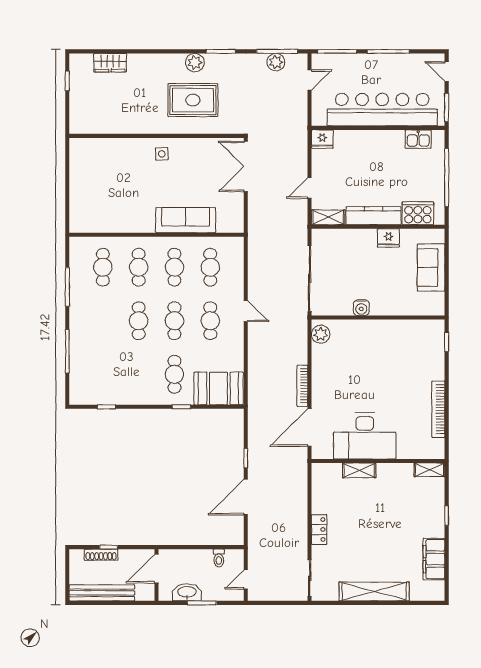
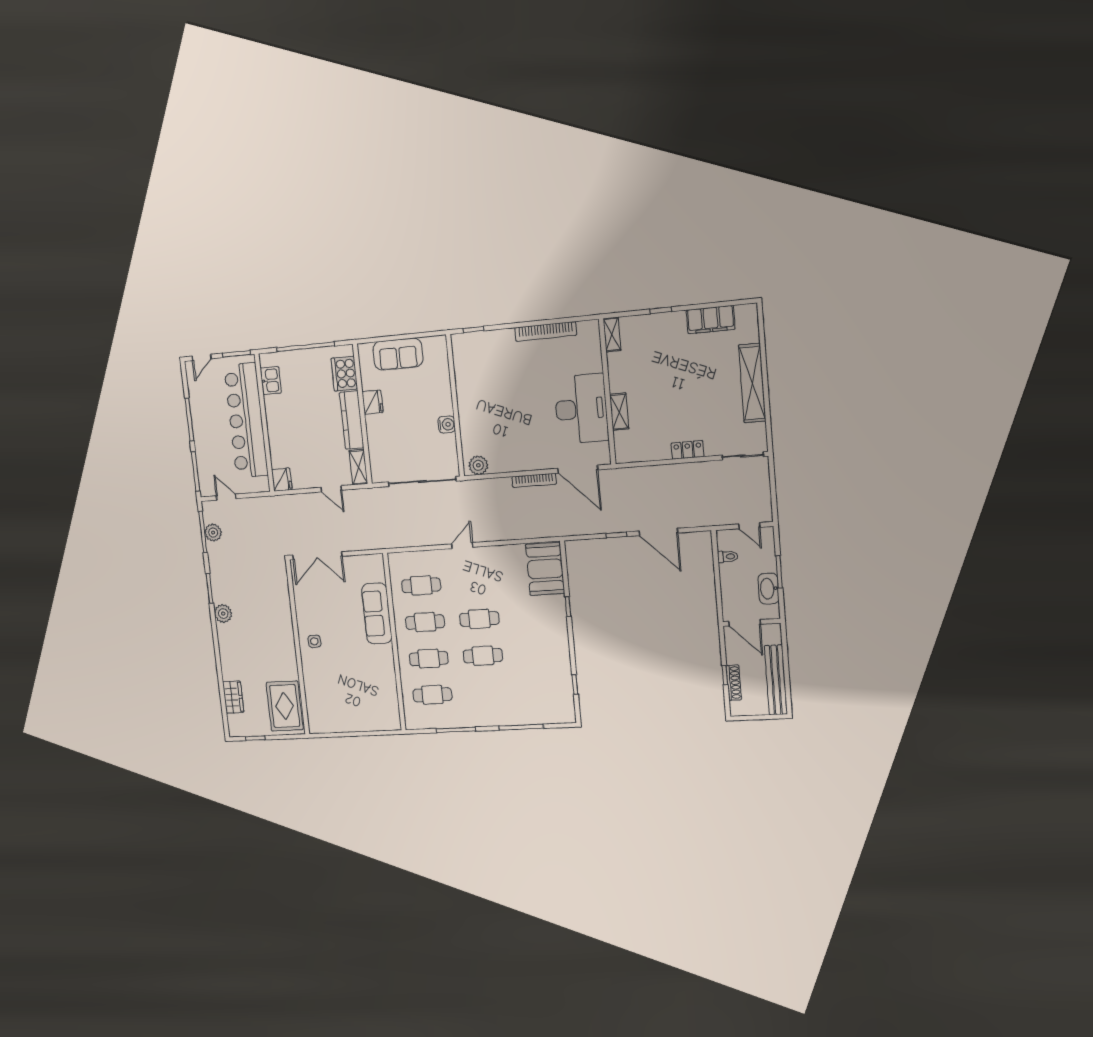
rug: (193, 100) -> (285, 706), moved
cafe table: (210, 321) -> (476, 582), removed
cafe table: (174, 374) -> (535, 616), removed

